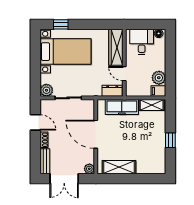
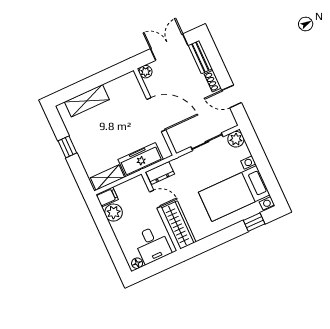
shelving: (119, 167) -> (87, 101), moved

